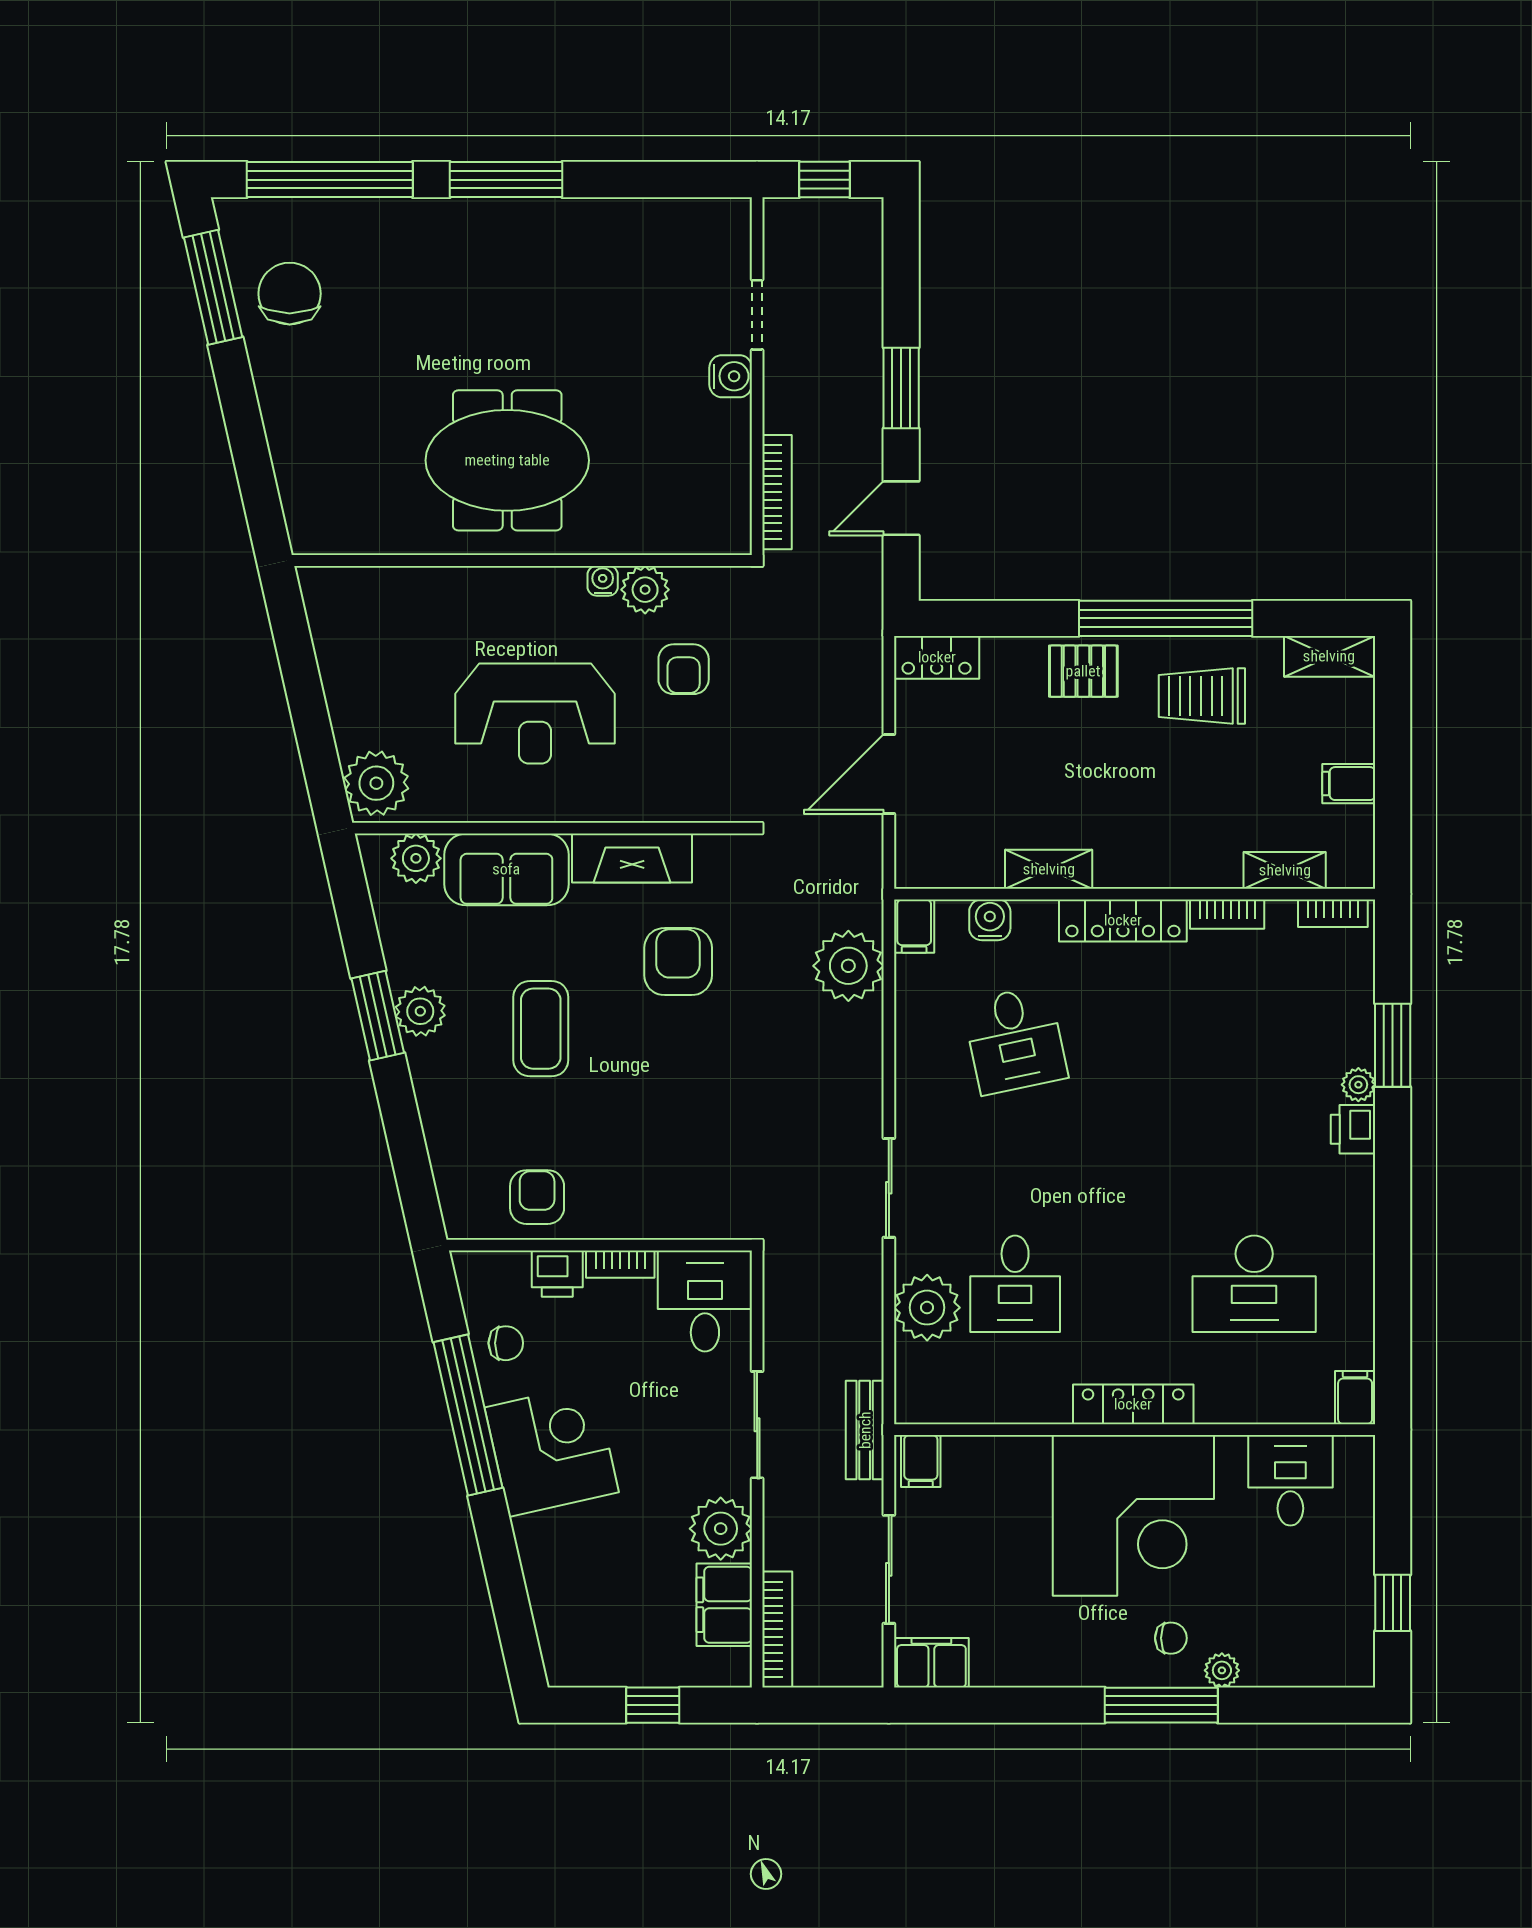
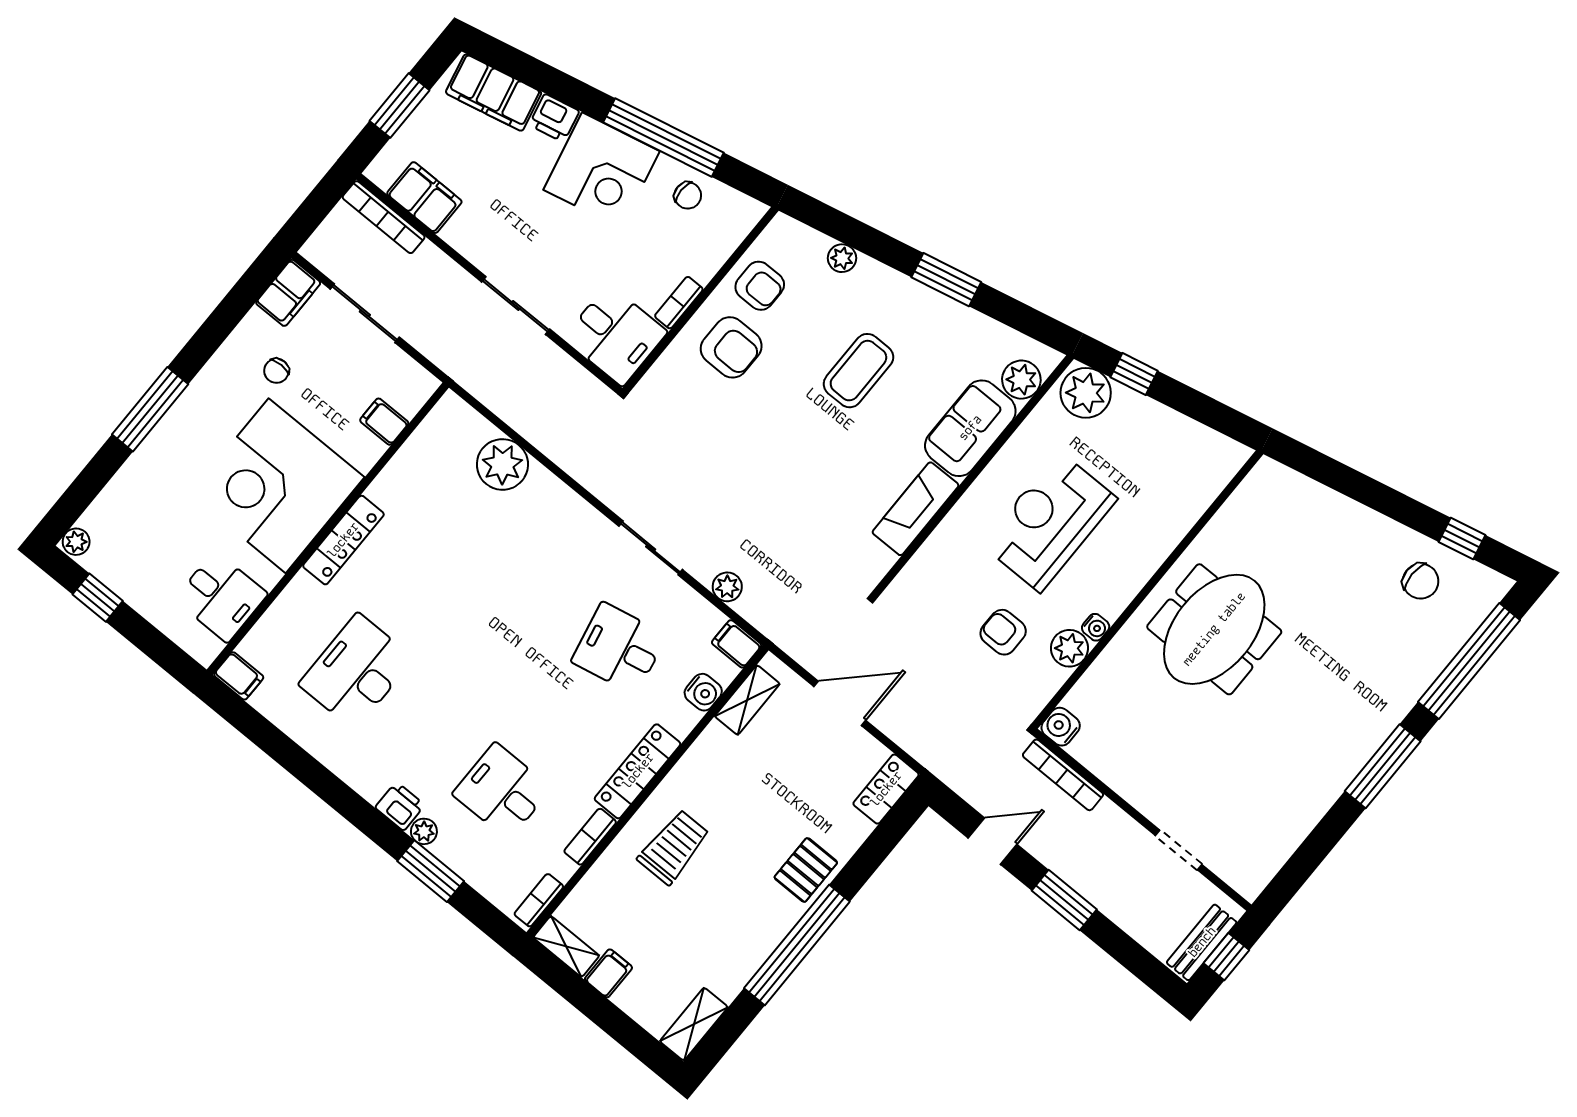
window: (213, 287) -> (1462, 539), width x0.46
chair: (290, 294) -> (1421, 581), width x0.73, depth x0.73
water cooler: (731, 376) -> (1061, 727), moved, turned 90
door: (901, 508) -> (993, 841), hinge flipped
trolley: (1202, 696) -> (674, 847), moved
window: (318, 750) -> (1134, 374), added
door: (889, 774) -> (840, 703), hinge flipped
shelving: (1049, 869) -> (747, 700), moved
shelving: (1285, 870) -> (566, 947), moved, turned 90
armchair: (678, 962) -> (731, 347), moved
plant: (848, 966) -> (727, 587), width x0.53, depth x0.53
plant: (420, 1011) -> (842, 258), moved, width x0.73, depth x0.73
coffee table: (541, 1029) -> (858, 371), turned 90
sliding door: (889, 1188) -> (651, 548), moved
printer: (557, 1274) -> (554, 118), moved, turned -103
desk: (1015, 1284) -> (502, 791), moved
chair: (506, 1343) -> (688, 195), turned -90
bench: (865, 1430) -> (1202, 942), moved, turned 90
filing cabinet: (921, 1461) -> (384, 422), moved
plant: (721, 1529) -> (472, 233), removed
filing cabinet: (562, 1622) -> (494, 93), added
chair: (1171, 1638) -> (276, 371), moved
plant: (1222, 1670) -> (76, 542), moved
window: (653, 1705) -> (400, 106), width x1.50

